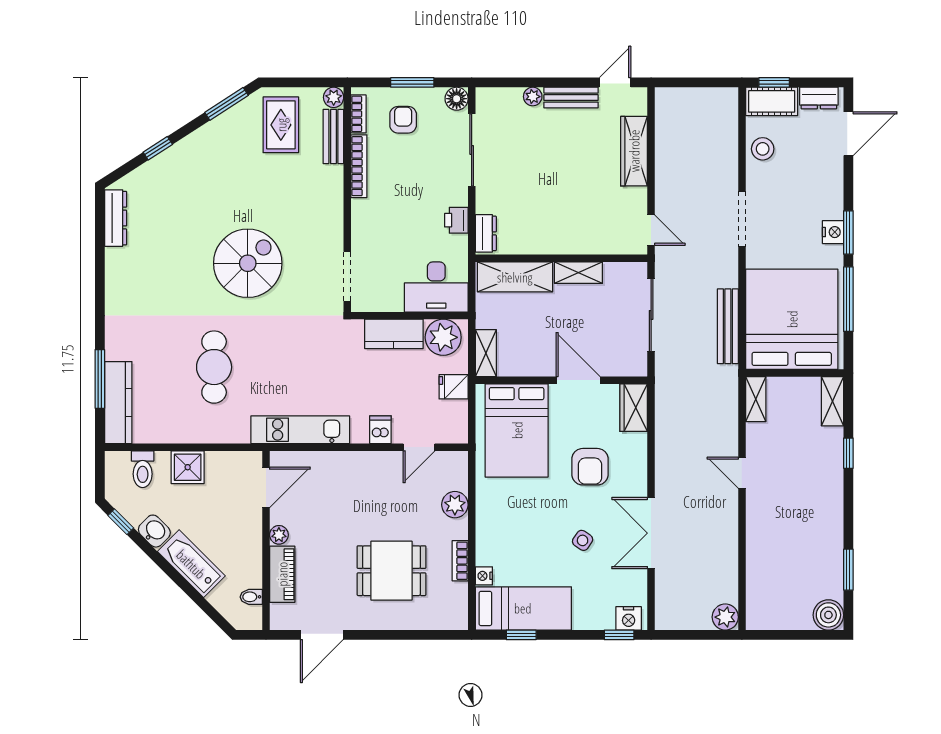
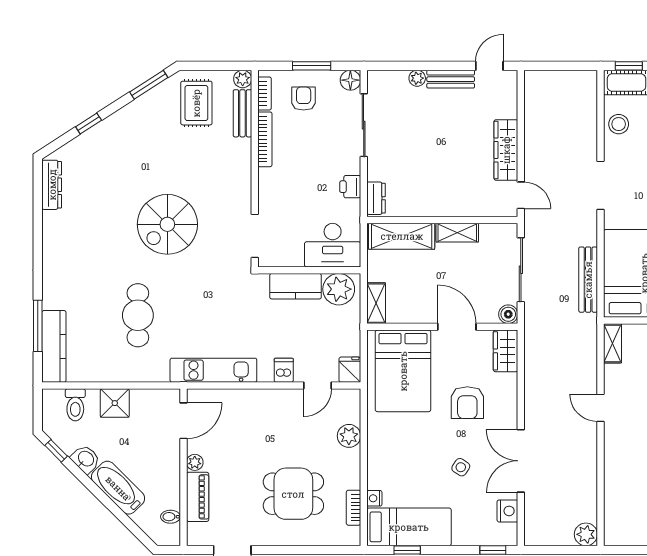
wardrobe: (634, 151) -> (506, 150), moved
spiral stairs: (248, 263) -> (167, 224), turned 180
boiler: (637, 366) -> (508, 314), added
fridge: (454, 387) -> (350, 370), moved, turned 90
bookcase: (460, 561) -> (353, 508), moved
nightstand: (629, 618) -> (507, 511), moved, turned -90

